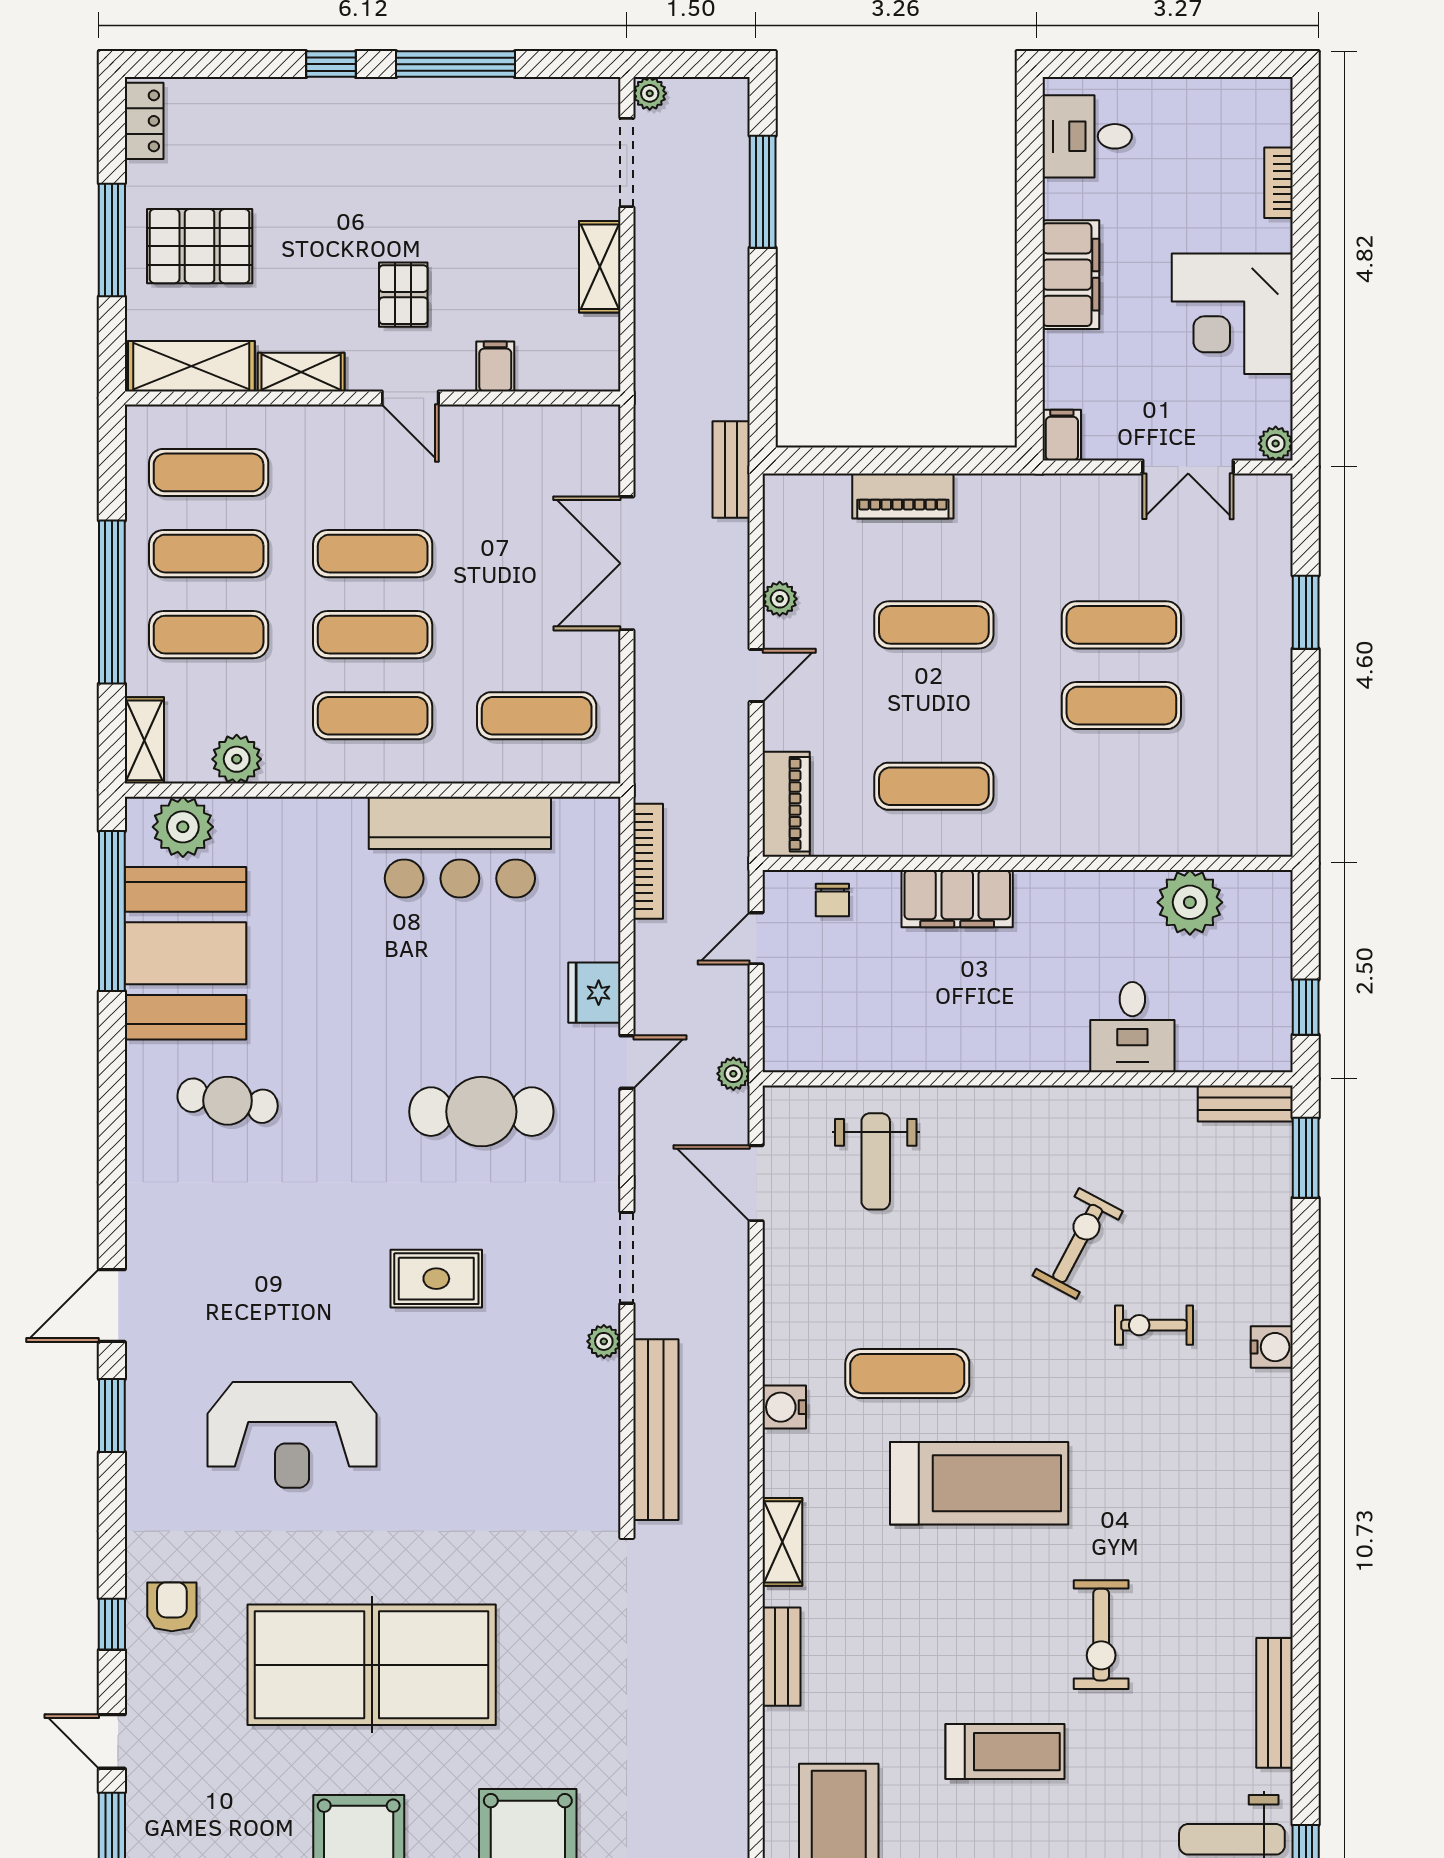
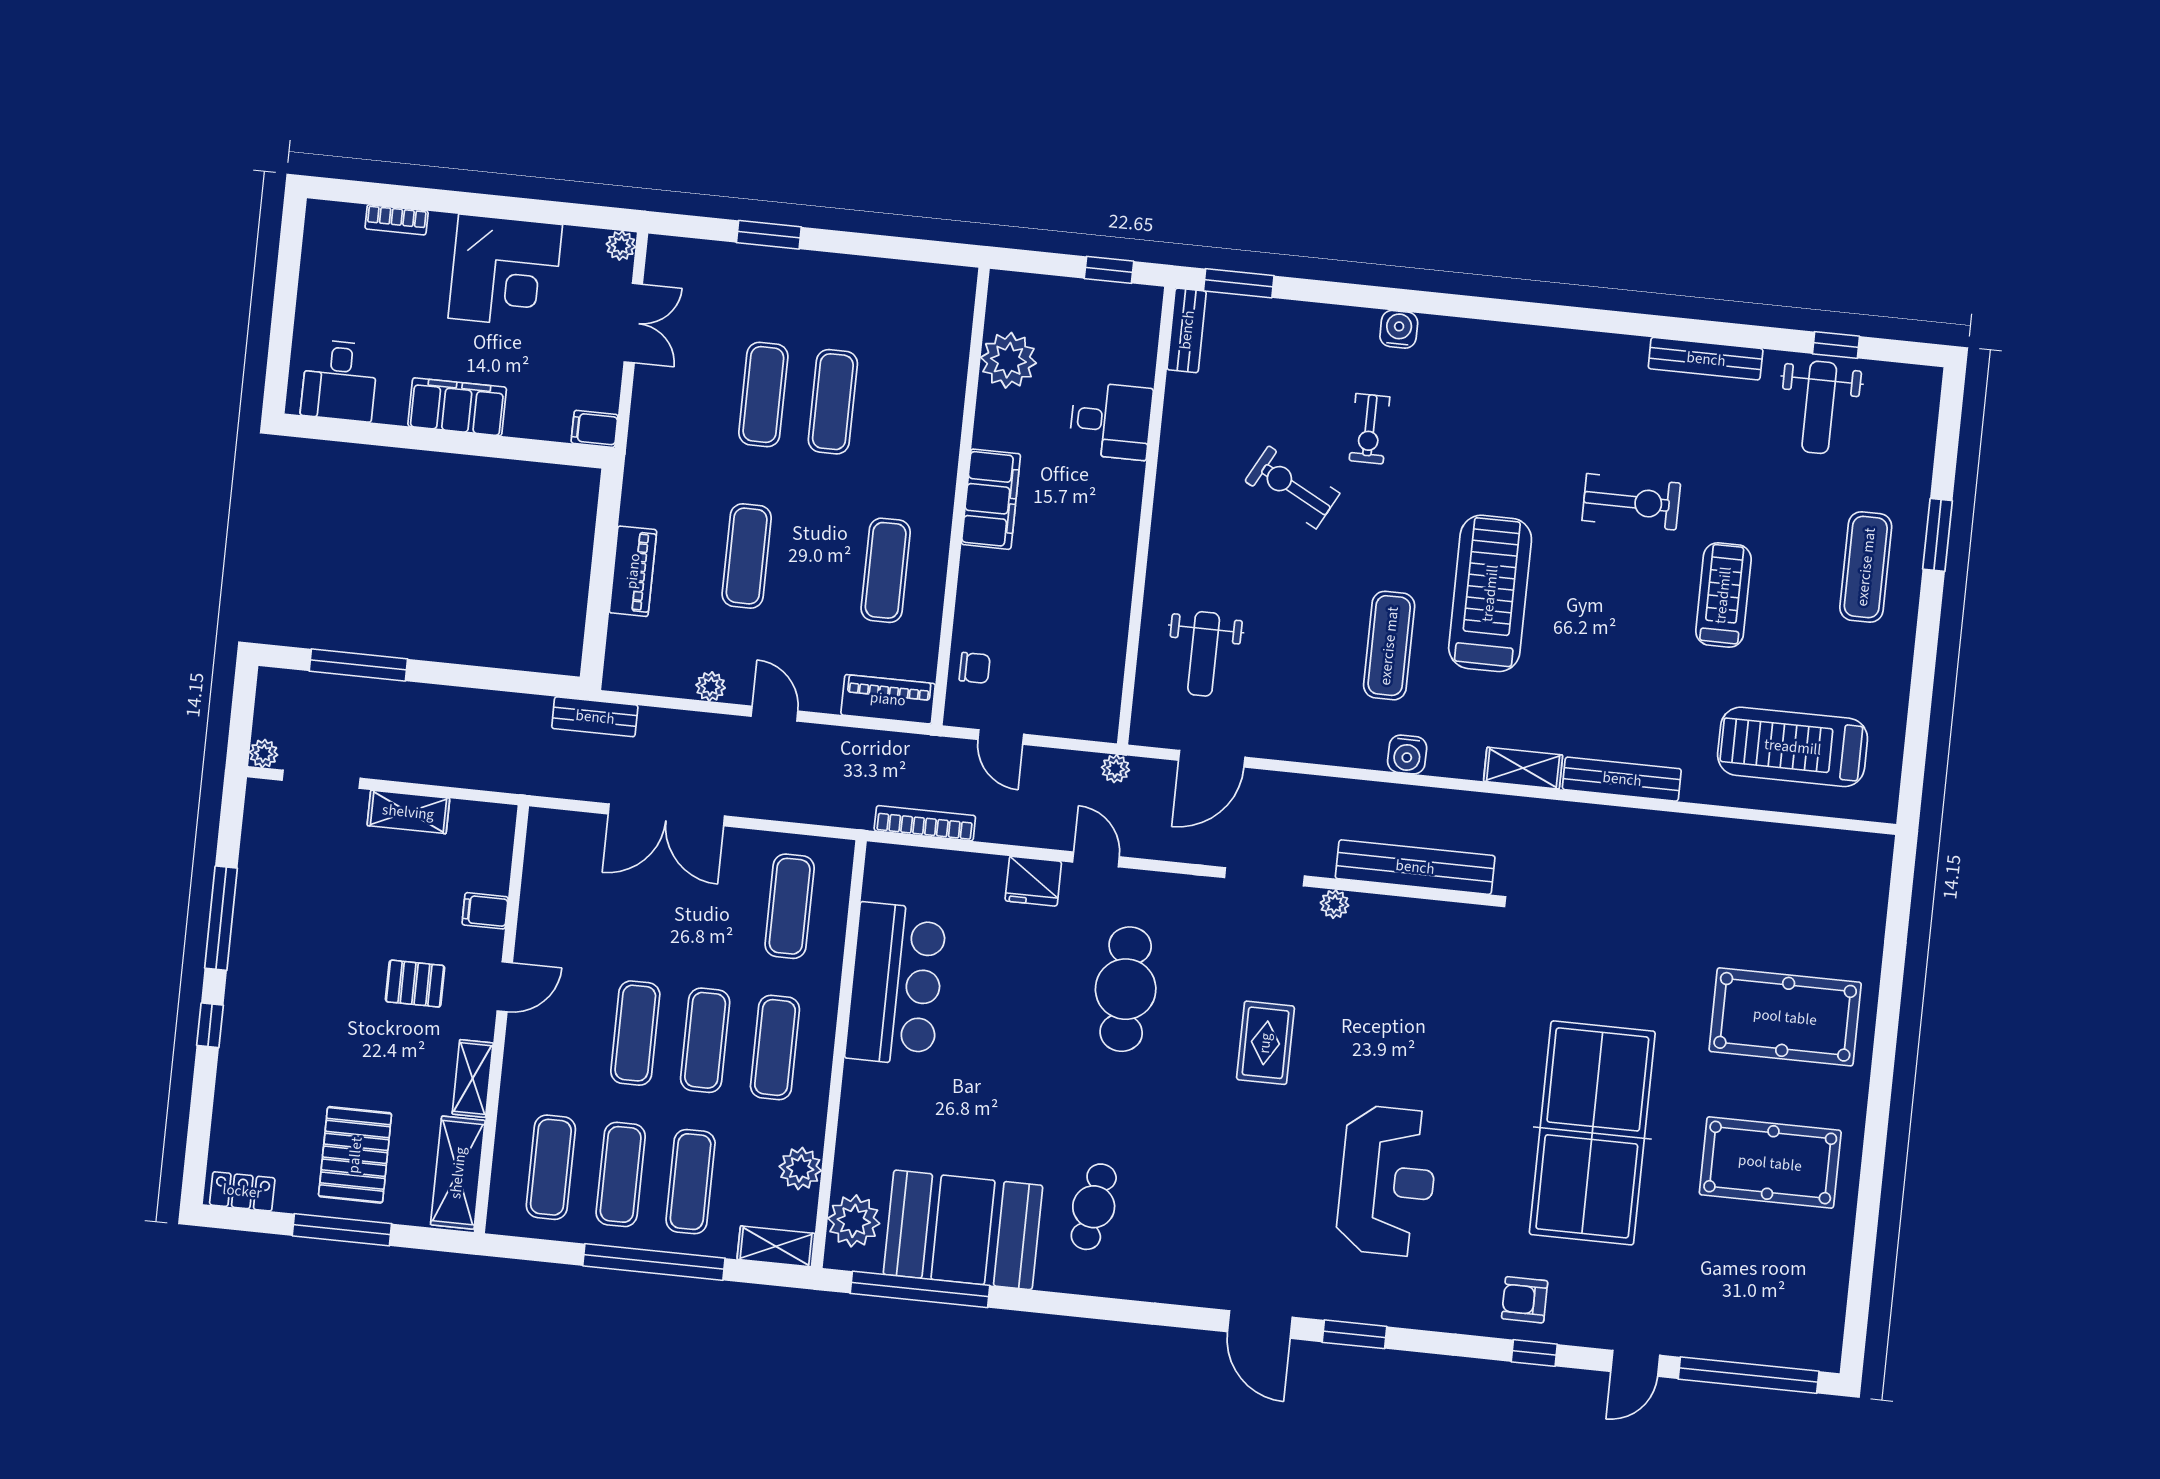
filing cabinet: (957, 899) -> (991, 499), moved
weight bench: (876, 1161) -> (1204, 654), turned 90
bench: (781, 1657) -> (1622, 779), width x1.36

